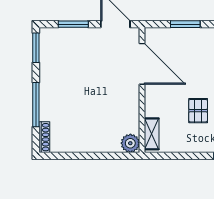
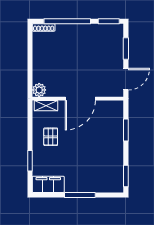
door: (142, 64) -> (80, 99), moved
window: (36, 105) -> (67, 21), width x1.46
pallet: (198, 111) -> (51, 137), moved, turned 90

